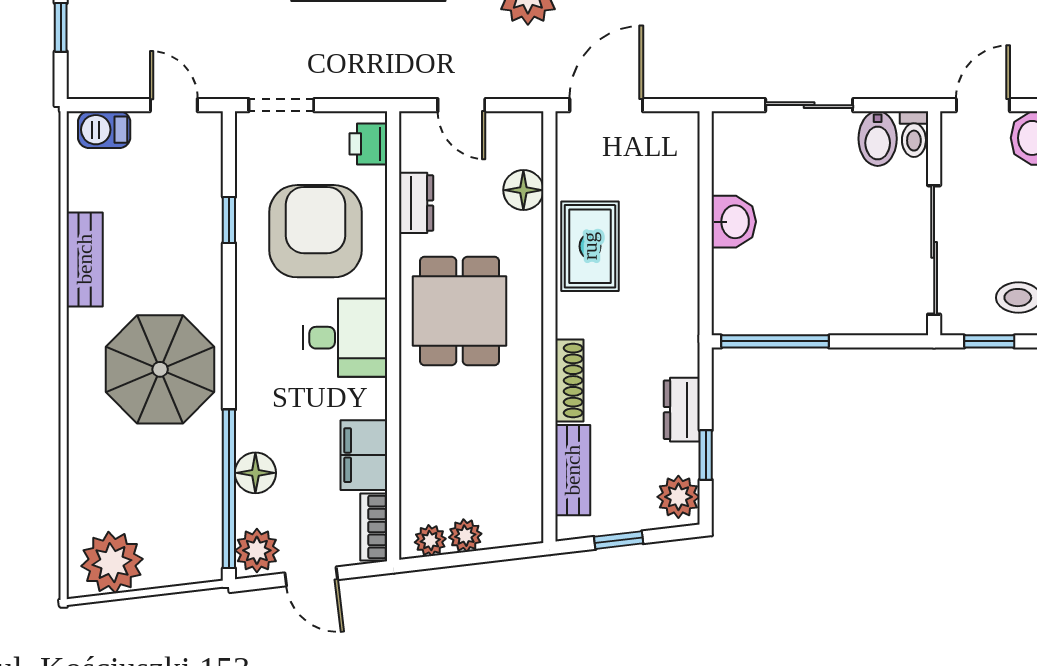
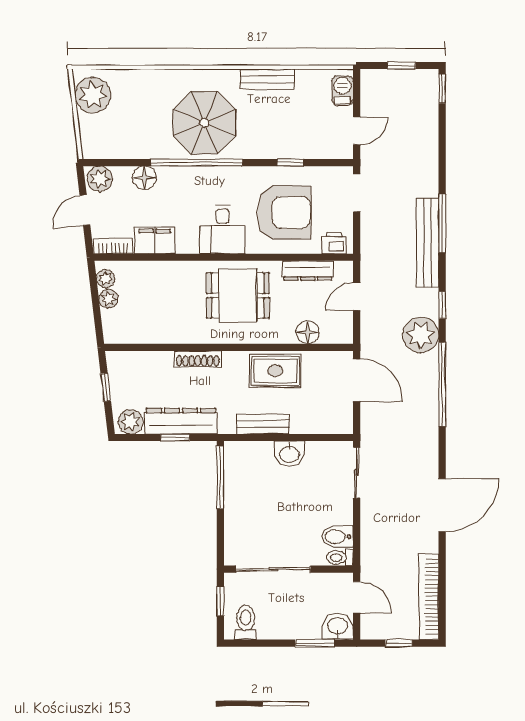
sliding door: (809, 105) -> (357, 473), moved
dresser: (416, 203) -> (308, 271), width x1.44
dresser: (682, 410) -> (181, 421), width x1.96, depth x1.24
window: (706, 455) -> (175, 437), moved
bench: (573, 470) -> (263, 424), moved
window: (229, 489) -> (197, 163), moved

